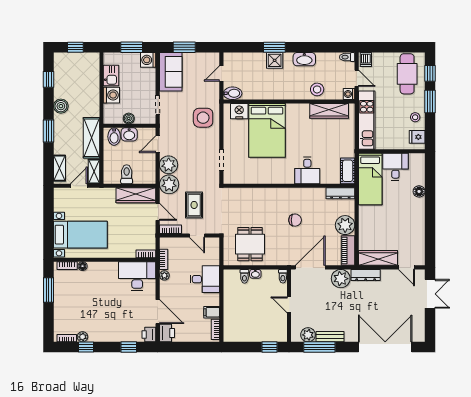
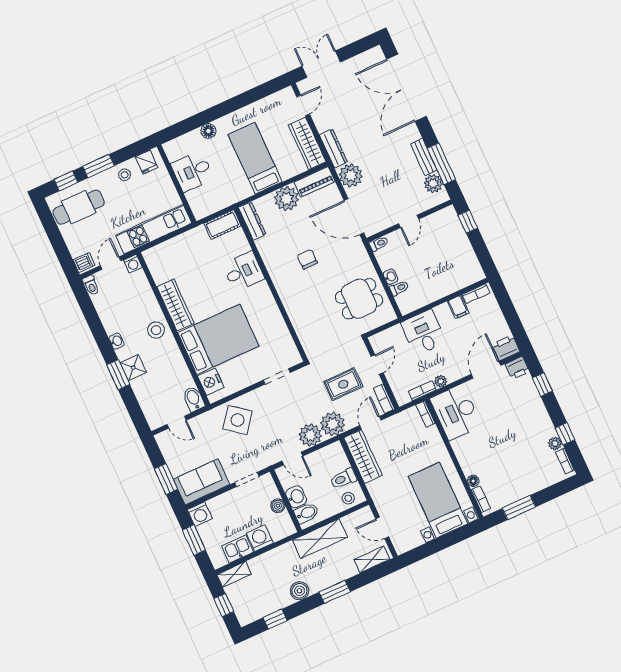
washbasin: (304, 59) -> (117, 341), width x0.52, depth x0.69
stool: (317, 89) -> (156, 330), moved
wardrobe: (329, 111) -> (175, 305), moved
side table: (203, 118) -> (237, 420), turned 38
shelving: (94, 171) -> (234, 574), moved
stool: (111, 171) -> (348, 498), added
bed: (370, 179) -> (255, 158), moved, turned -90

